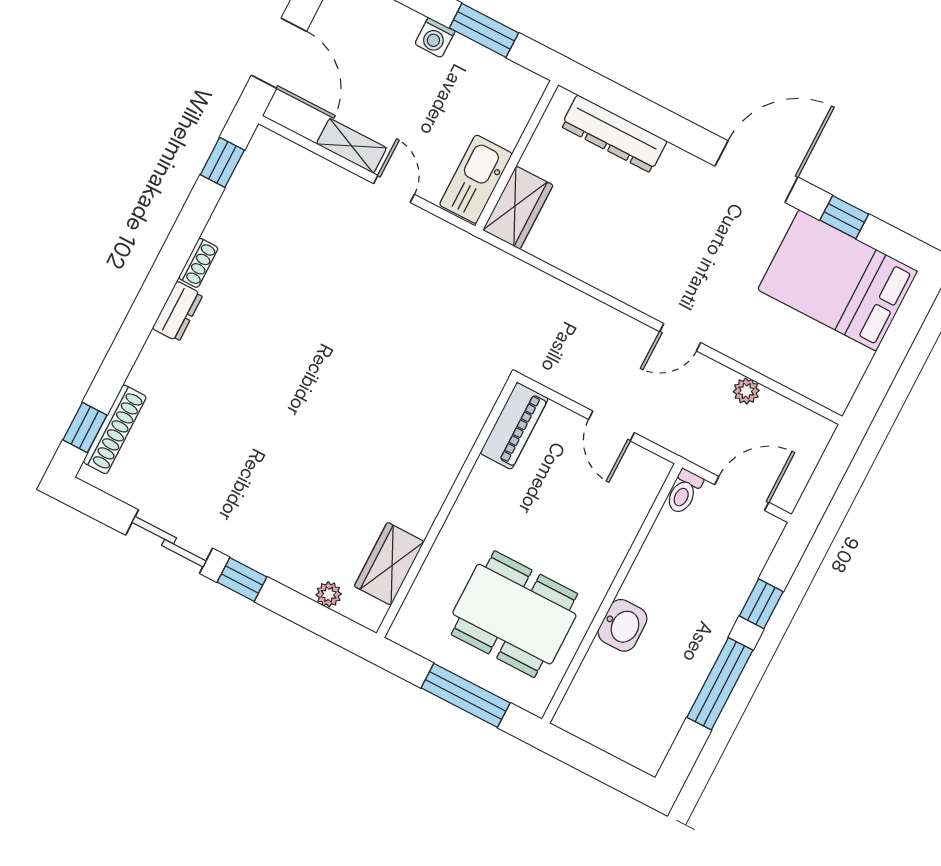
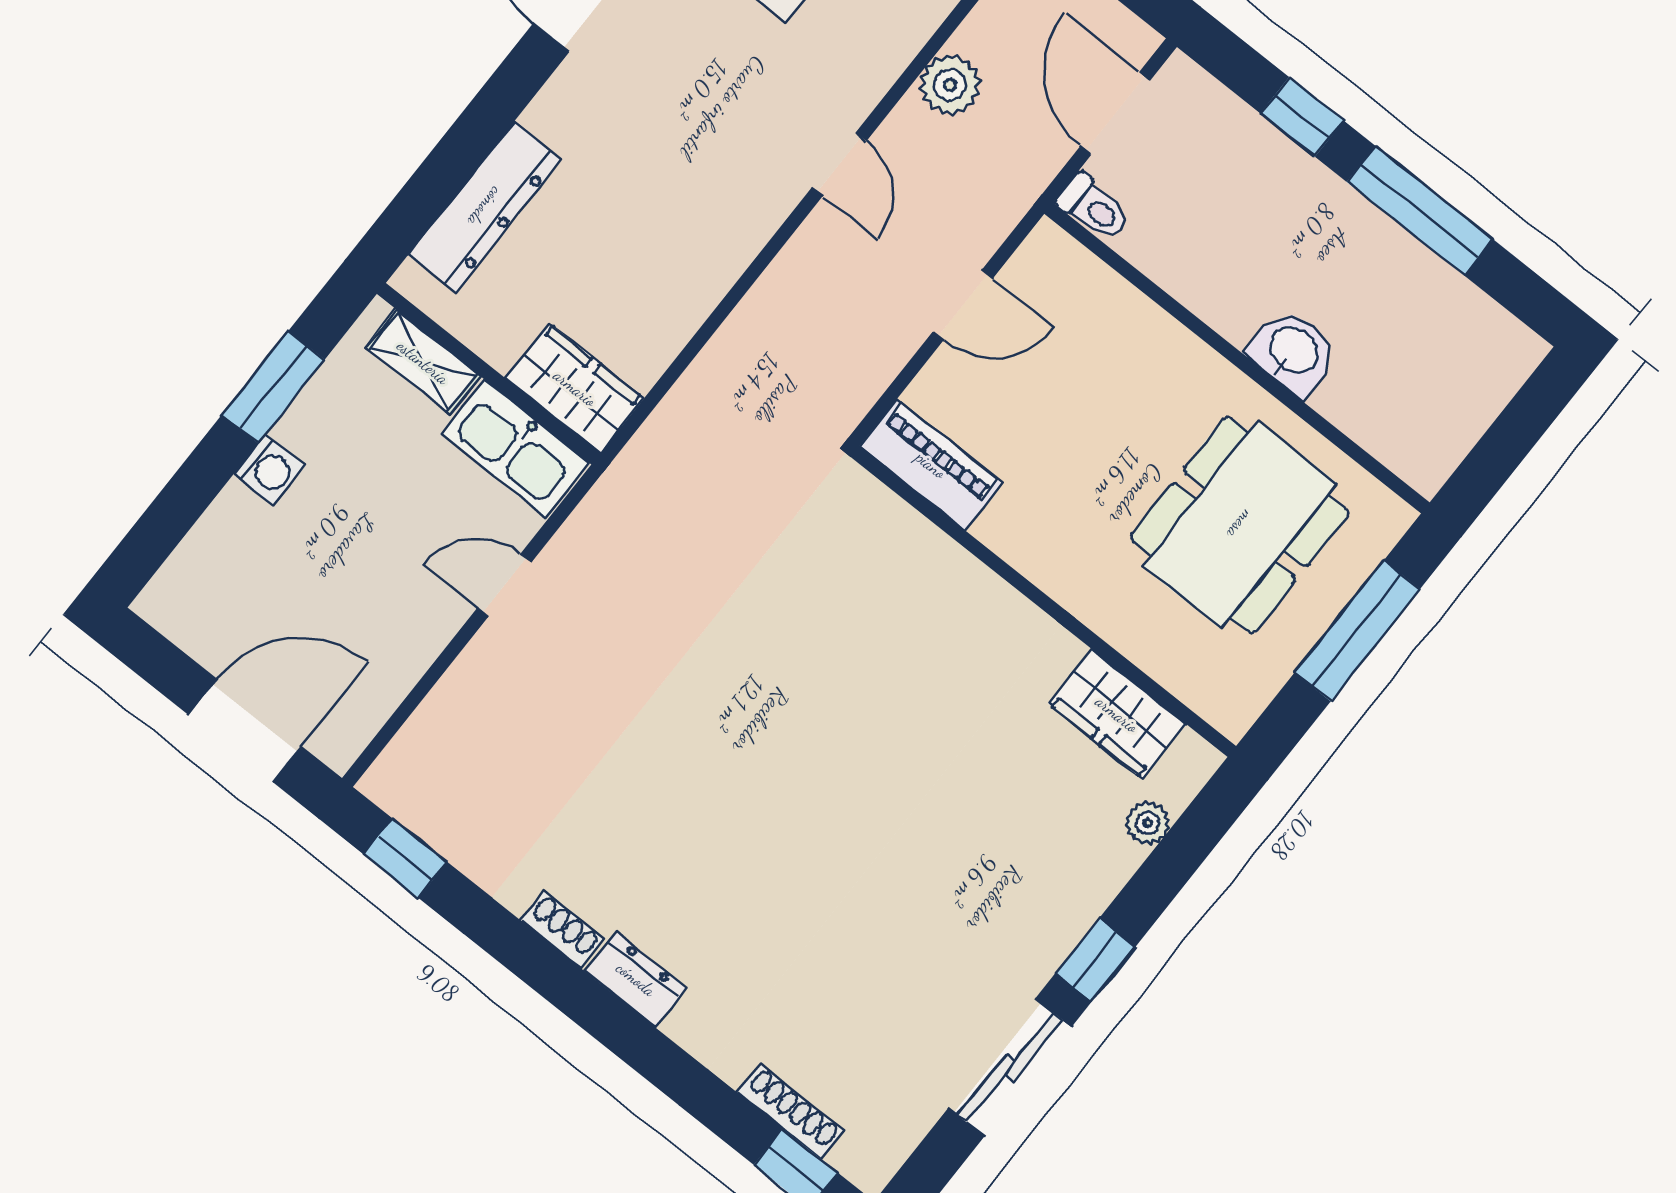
shelving: (352, 146) -> (423, 362), moved, turned 90
plant: (746, 391) -> (950, 85), width x1.38, depth x1.38
shoe rack: (115, 429) -> (791, 1112), width x0.74, depth x0.81

